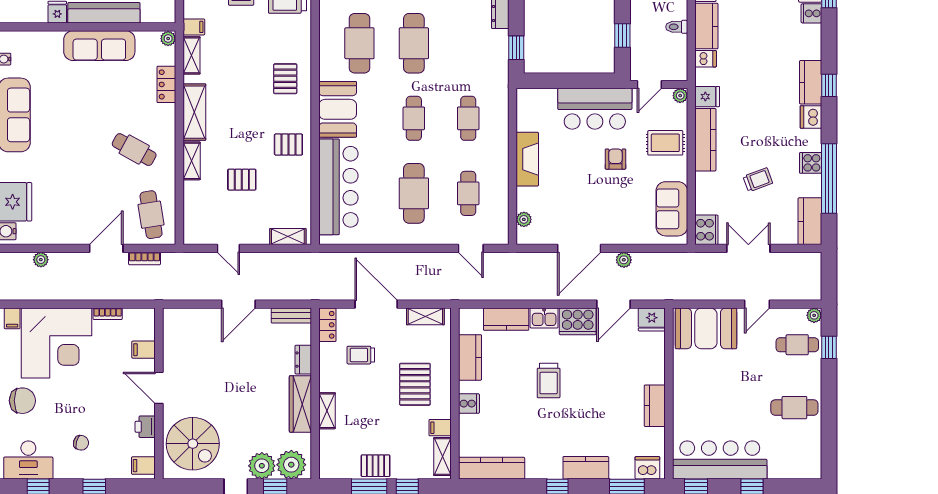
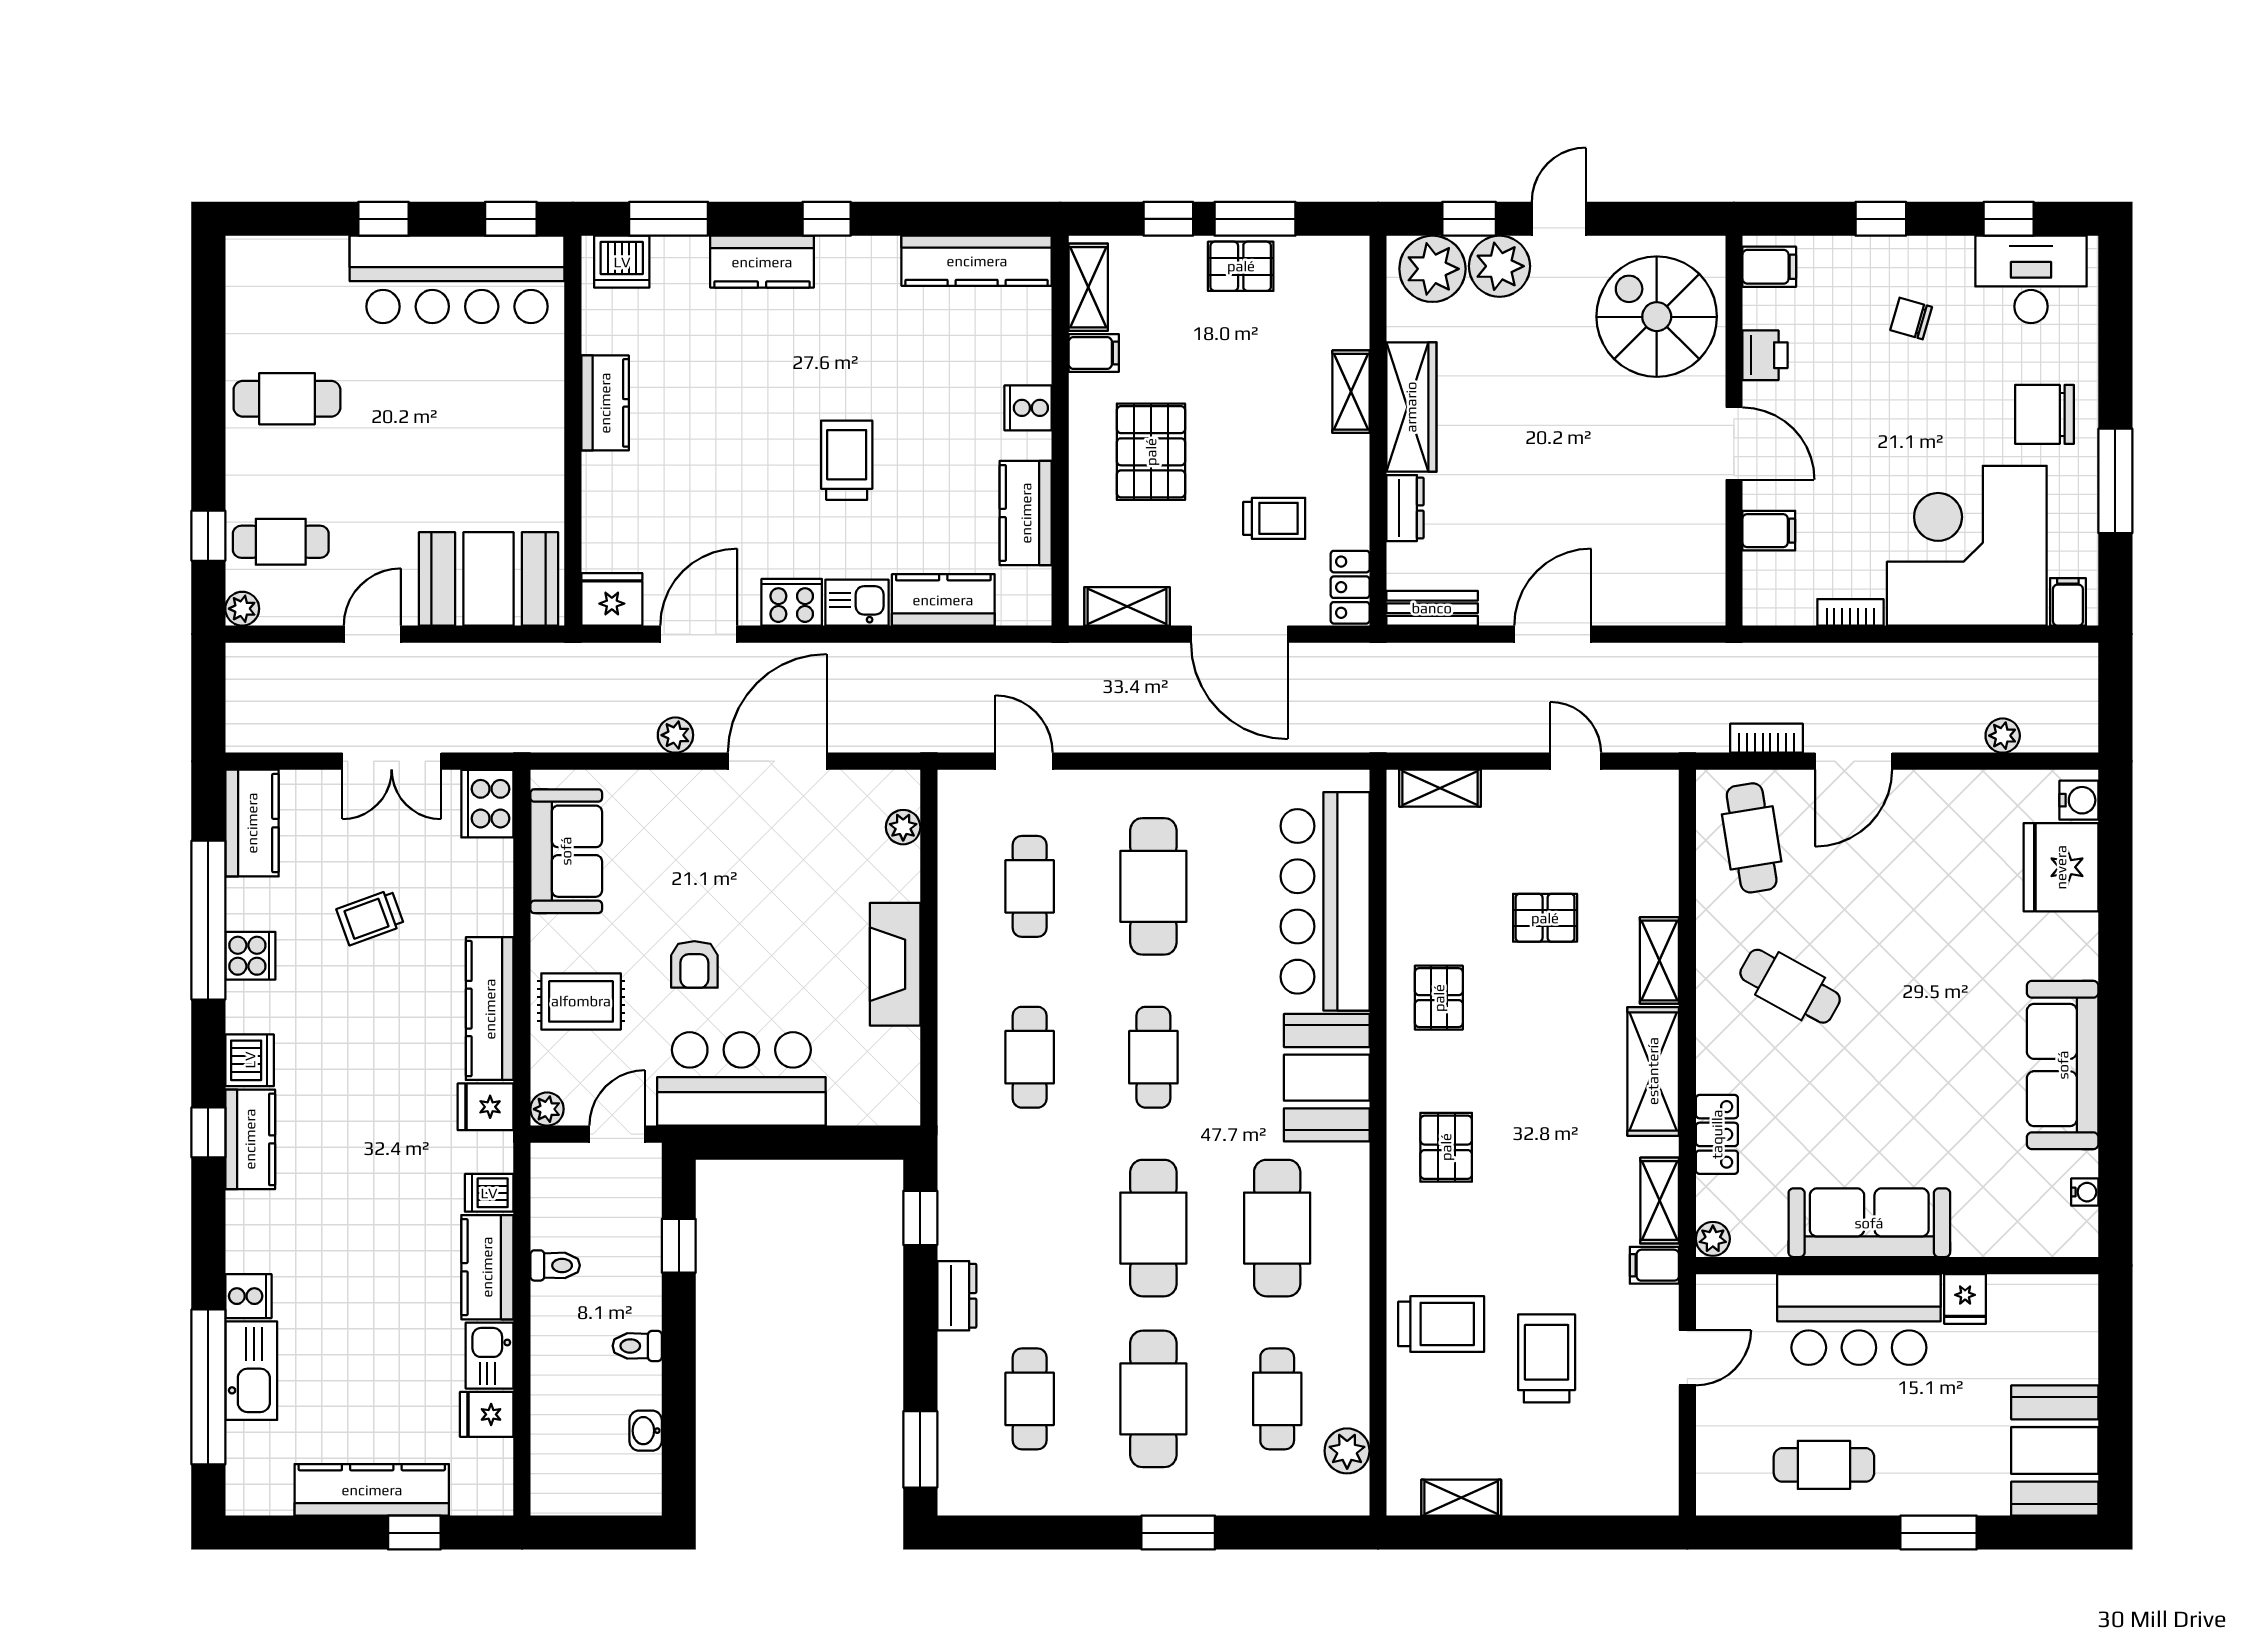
pallet: (288, 144) -> (1439, 998), turned 90
cooker: (578, 321) -> (792, 602), width x0.73, depth x0.76

